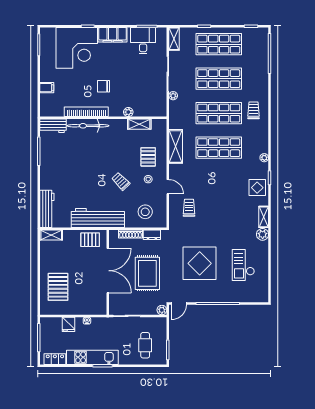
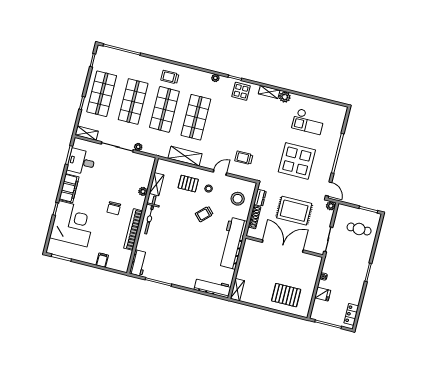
bicycle: (88, 126) -> (150, 215), moved
pallet: (90, 240) -> (250, 255), removed
kitchen unit: (92, 357) -> (358, 280), removed

